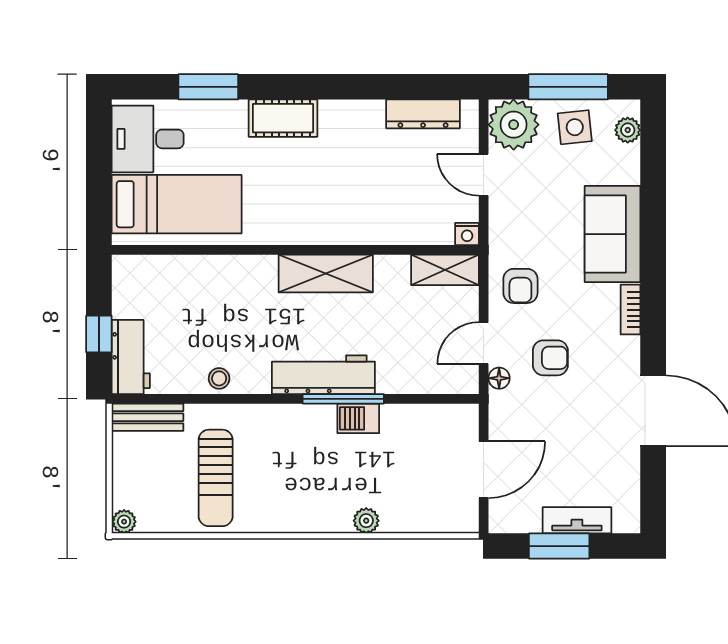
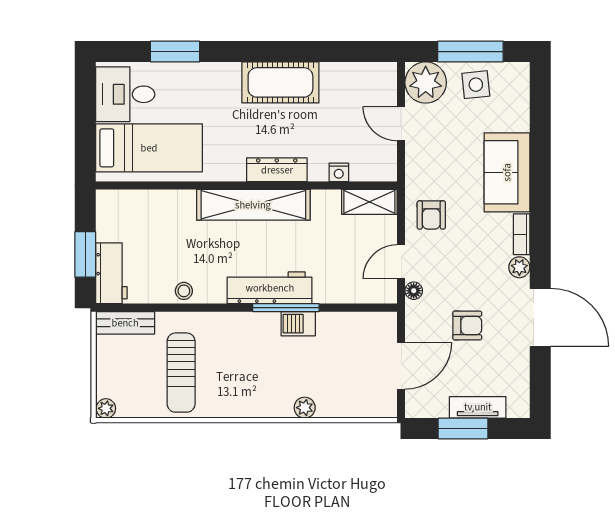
dresser: (423, 114) -> (277, 170), moved, turned 180
cot: (283, 118) -> (280, 82), moved, width x1.37, depth x1.34
plant: (628, 130) -> (519, 267), moved
nightstand: (467, 234) -> (339, 172), moved
shelving: (326, 274) -> (253, 205), width x1.47
window: (99, 334) -> (85, 254), width x1.50
armchair: (550, 358) -> (467, 325), moved

